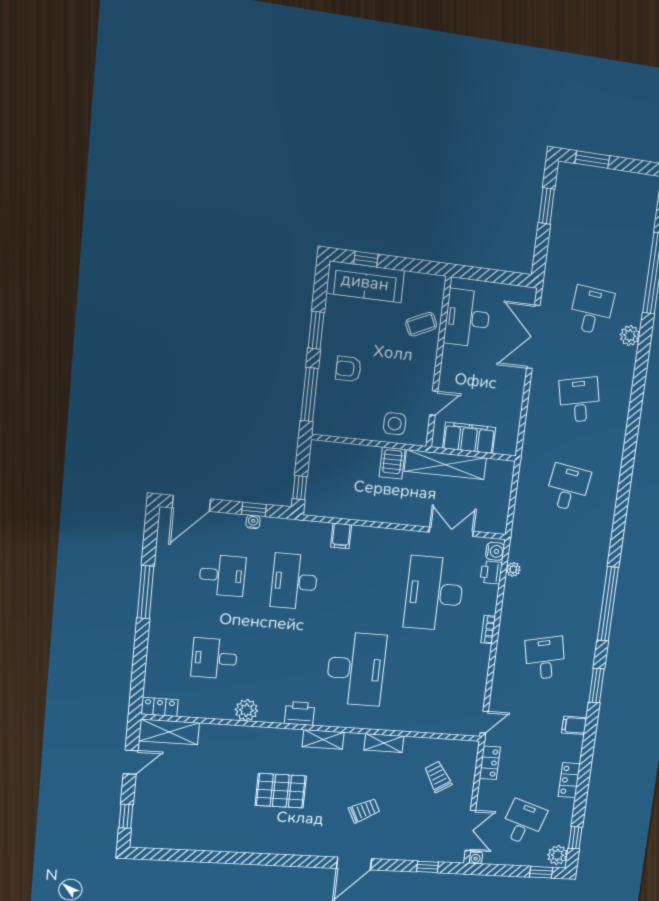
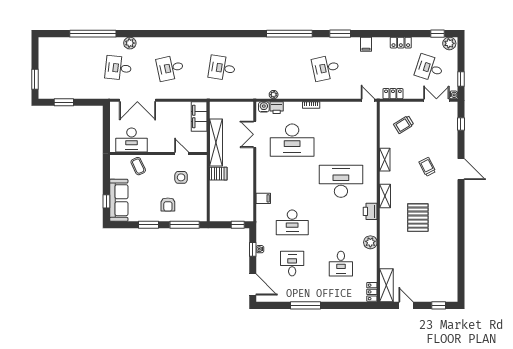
side table: (395, 424) -> (181, 177), moved
filing cabinet: (469, 438) -> (199, 116), moved
window: (541, 872) -> (461, 79), moved

